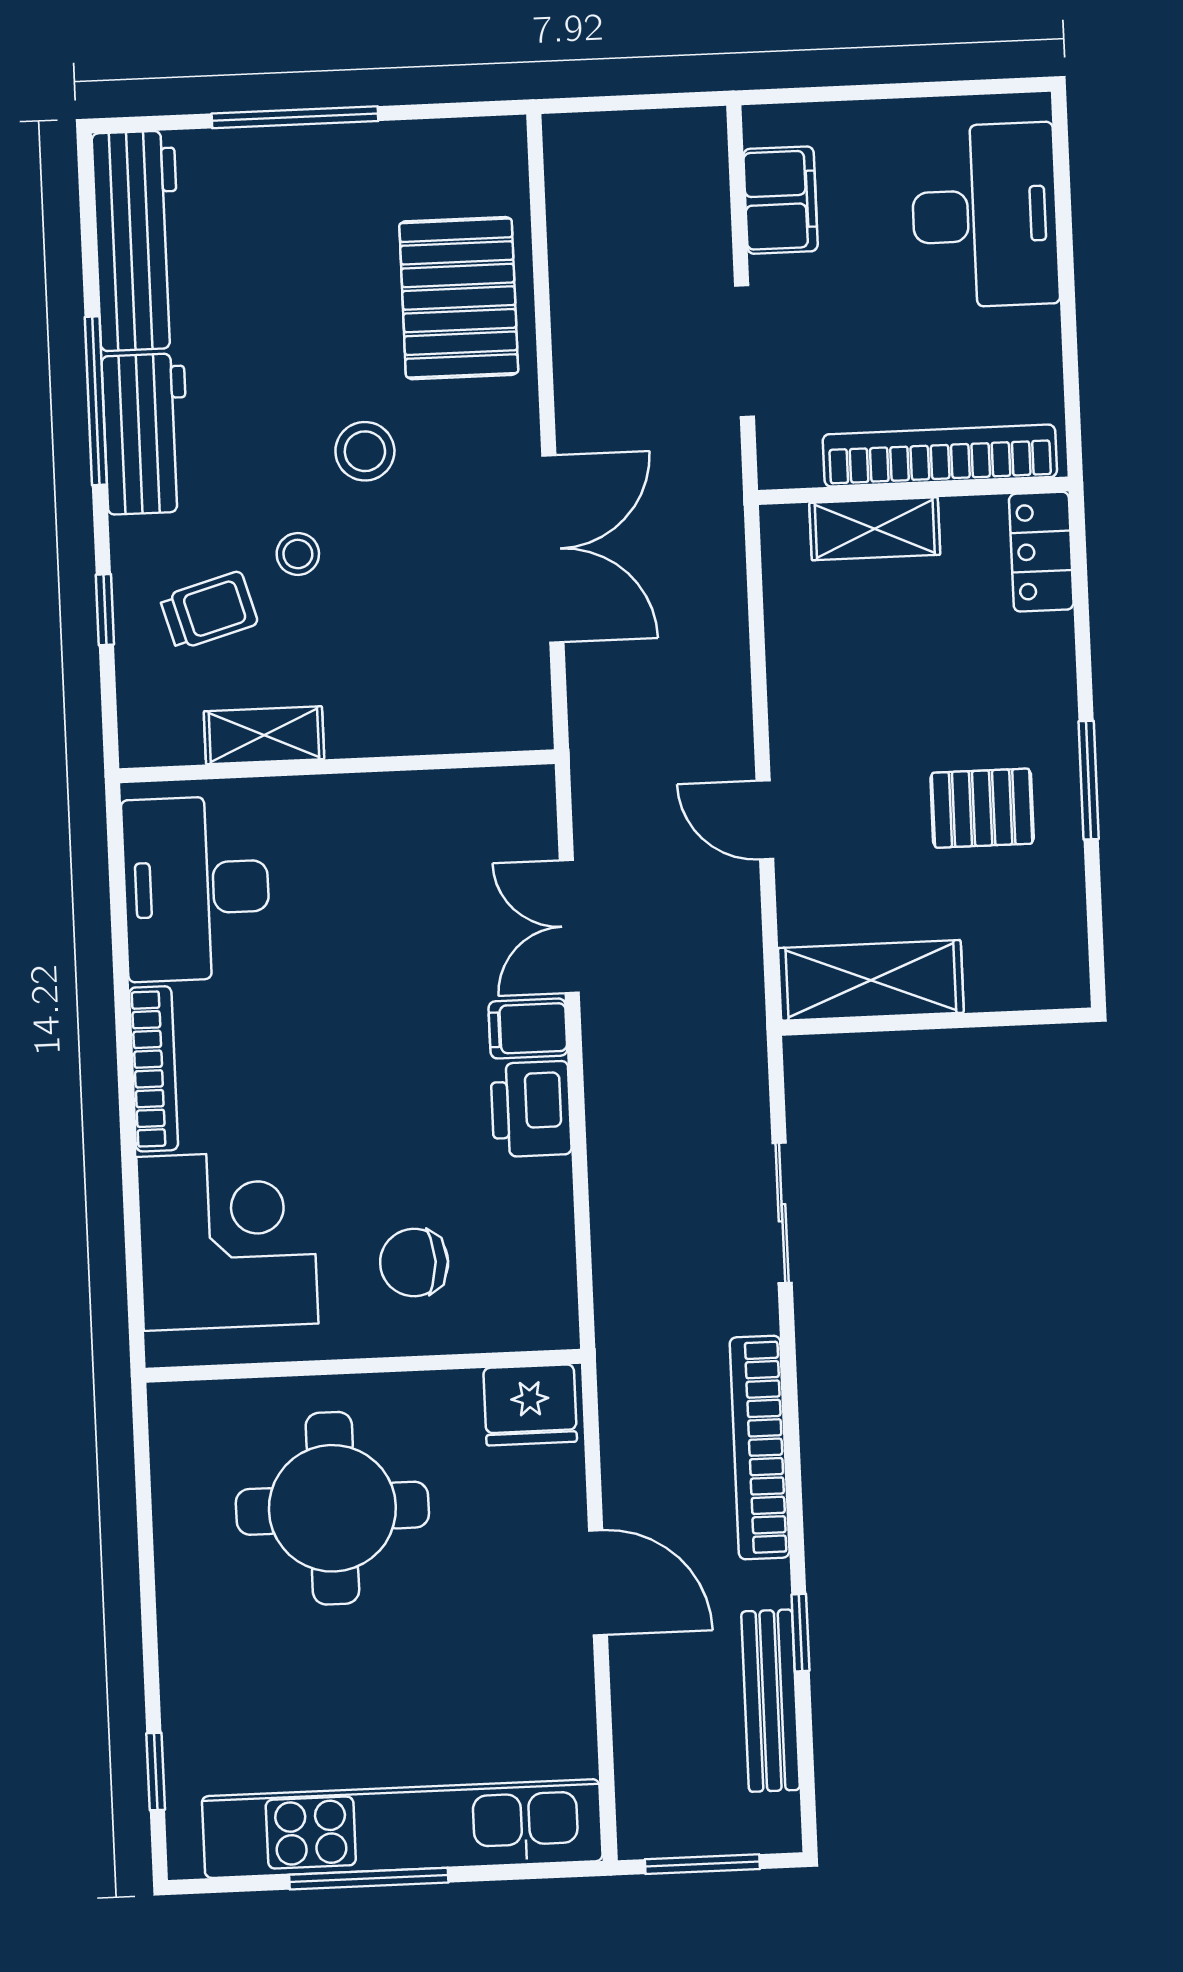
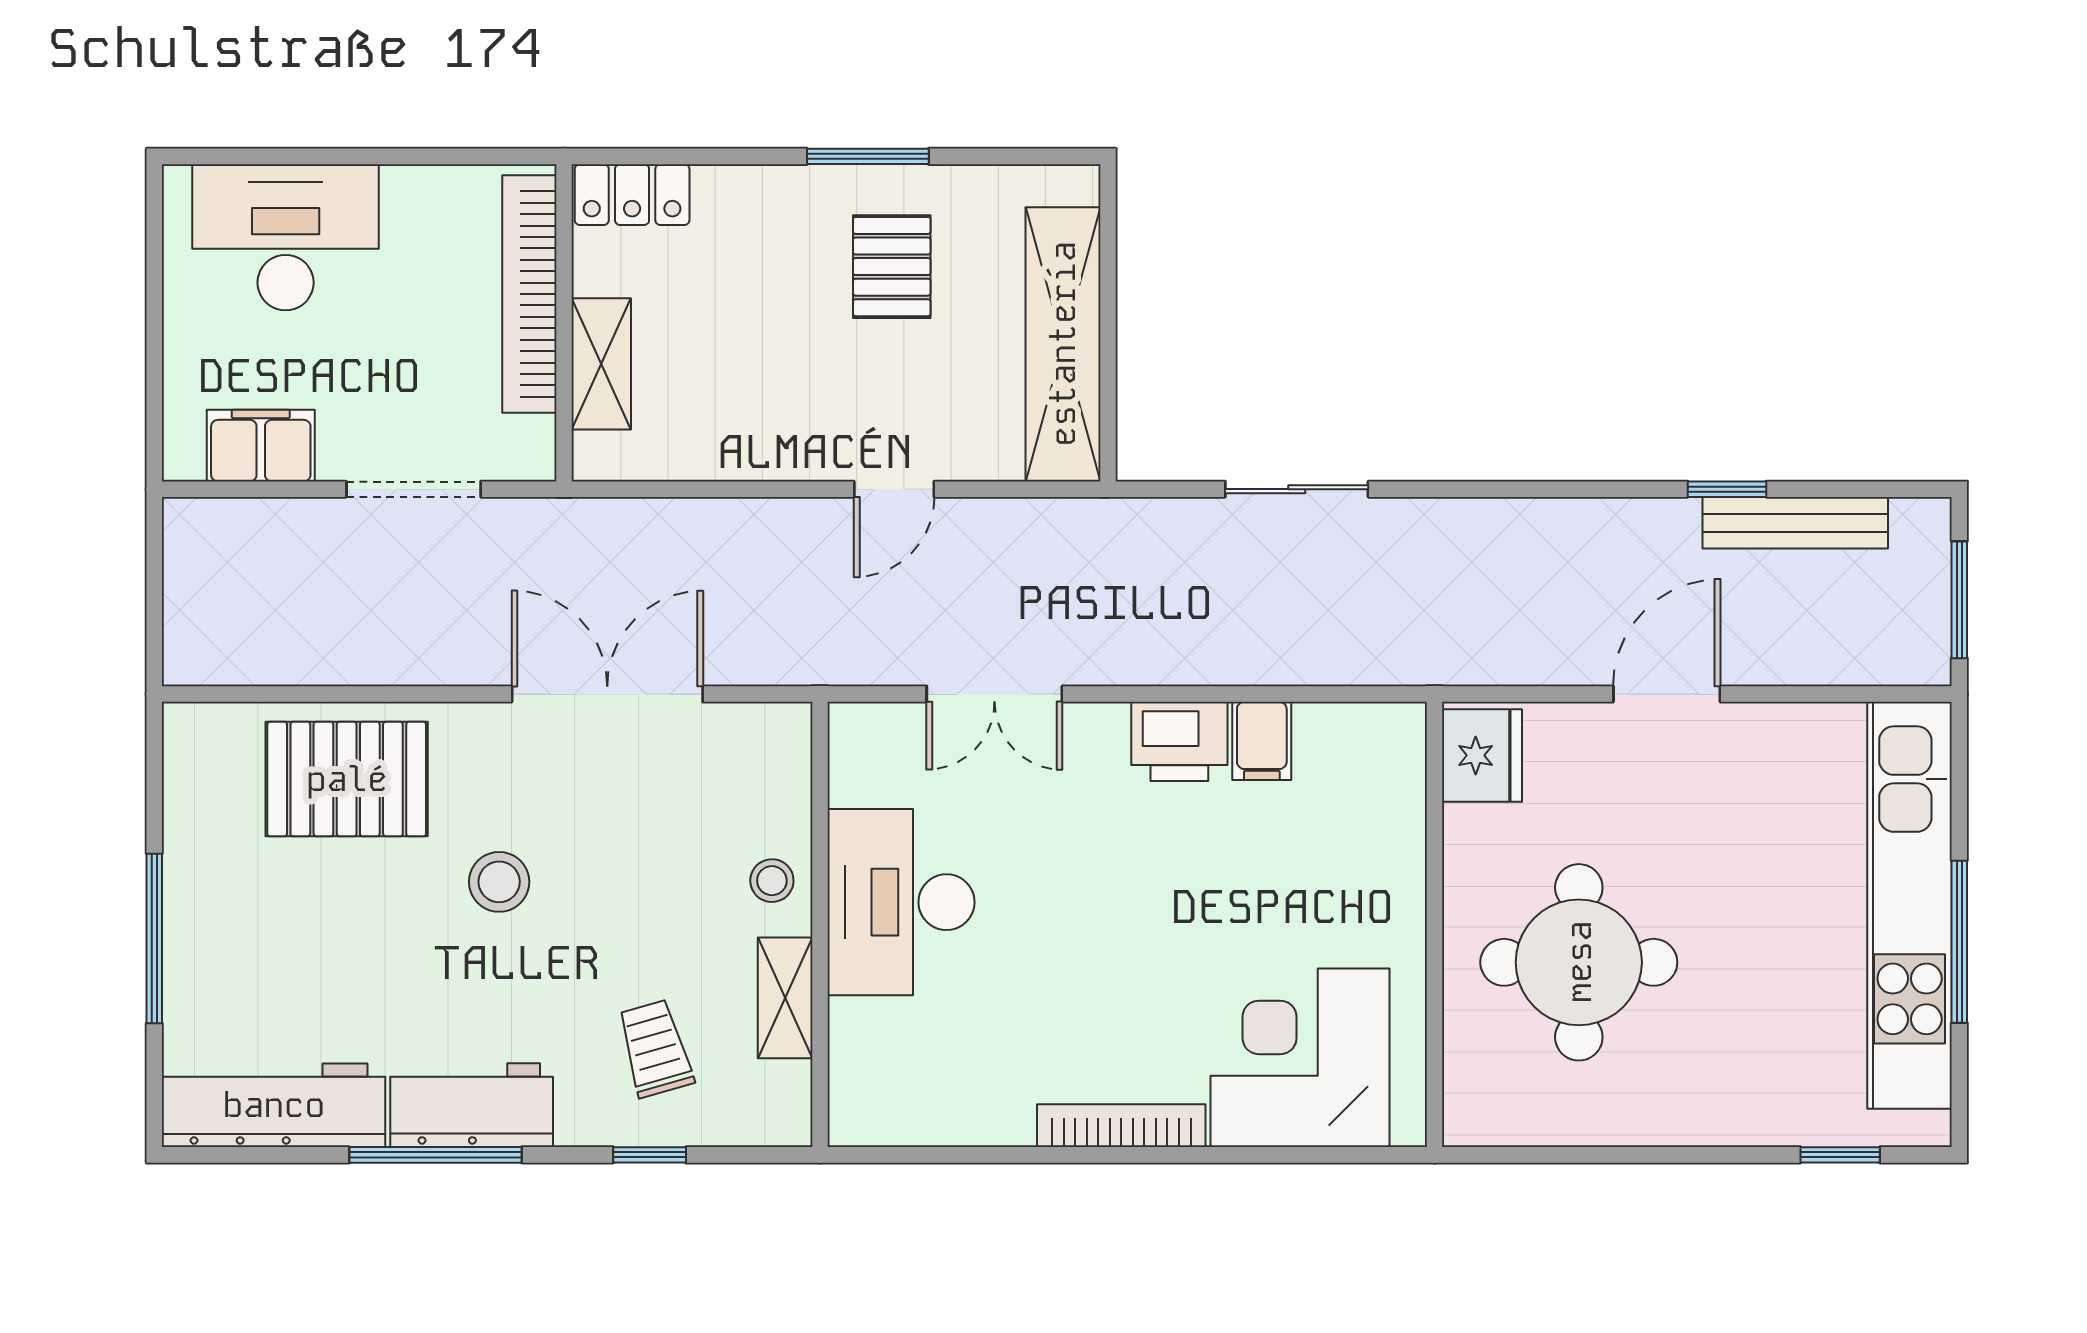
stool: (298, 554) -> (772, 881), moved
desk: (196, 888) -> (901, 902), moved, turned 90
shelving: (871, 980) -> (1063, 344), width x1.47
filing cabinet: (528, 1028) -> (1262, 741), moved
chair: (414, 1263) -> (1331, 868), removed
bookcase: (760, 1447) -> (1536, 523), removed

